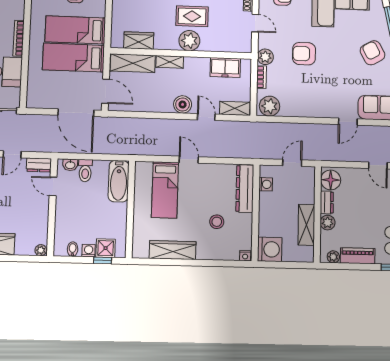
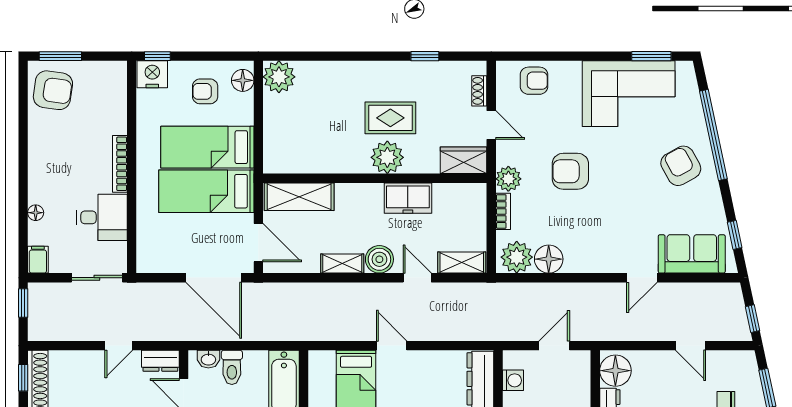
wardrobe: (139, 41) -> (464, 160), moved
shelving: (170, 62) -> (342, 264), moved
freezer: (225, 67) -> (408, 198), moved
floor lamp: (290, 108) -> (549, 259), added

